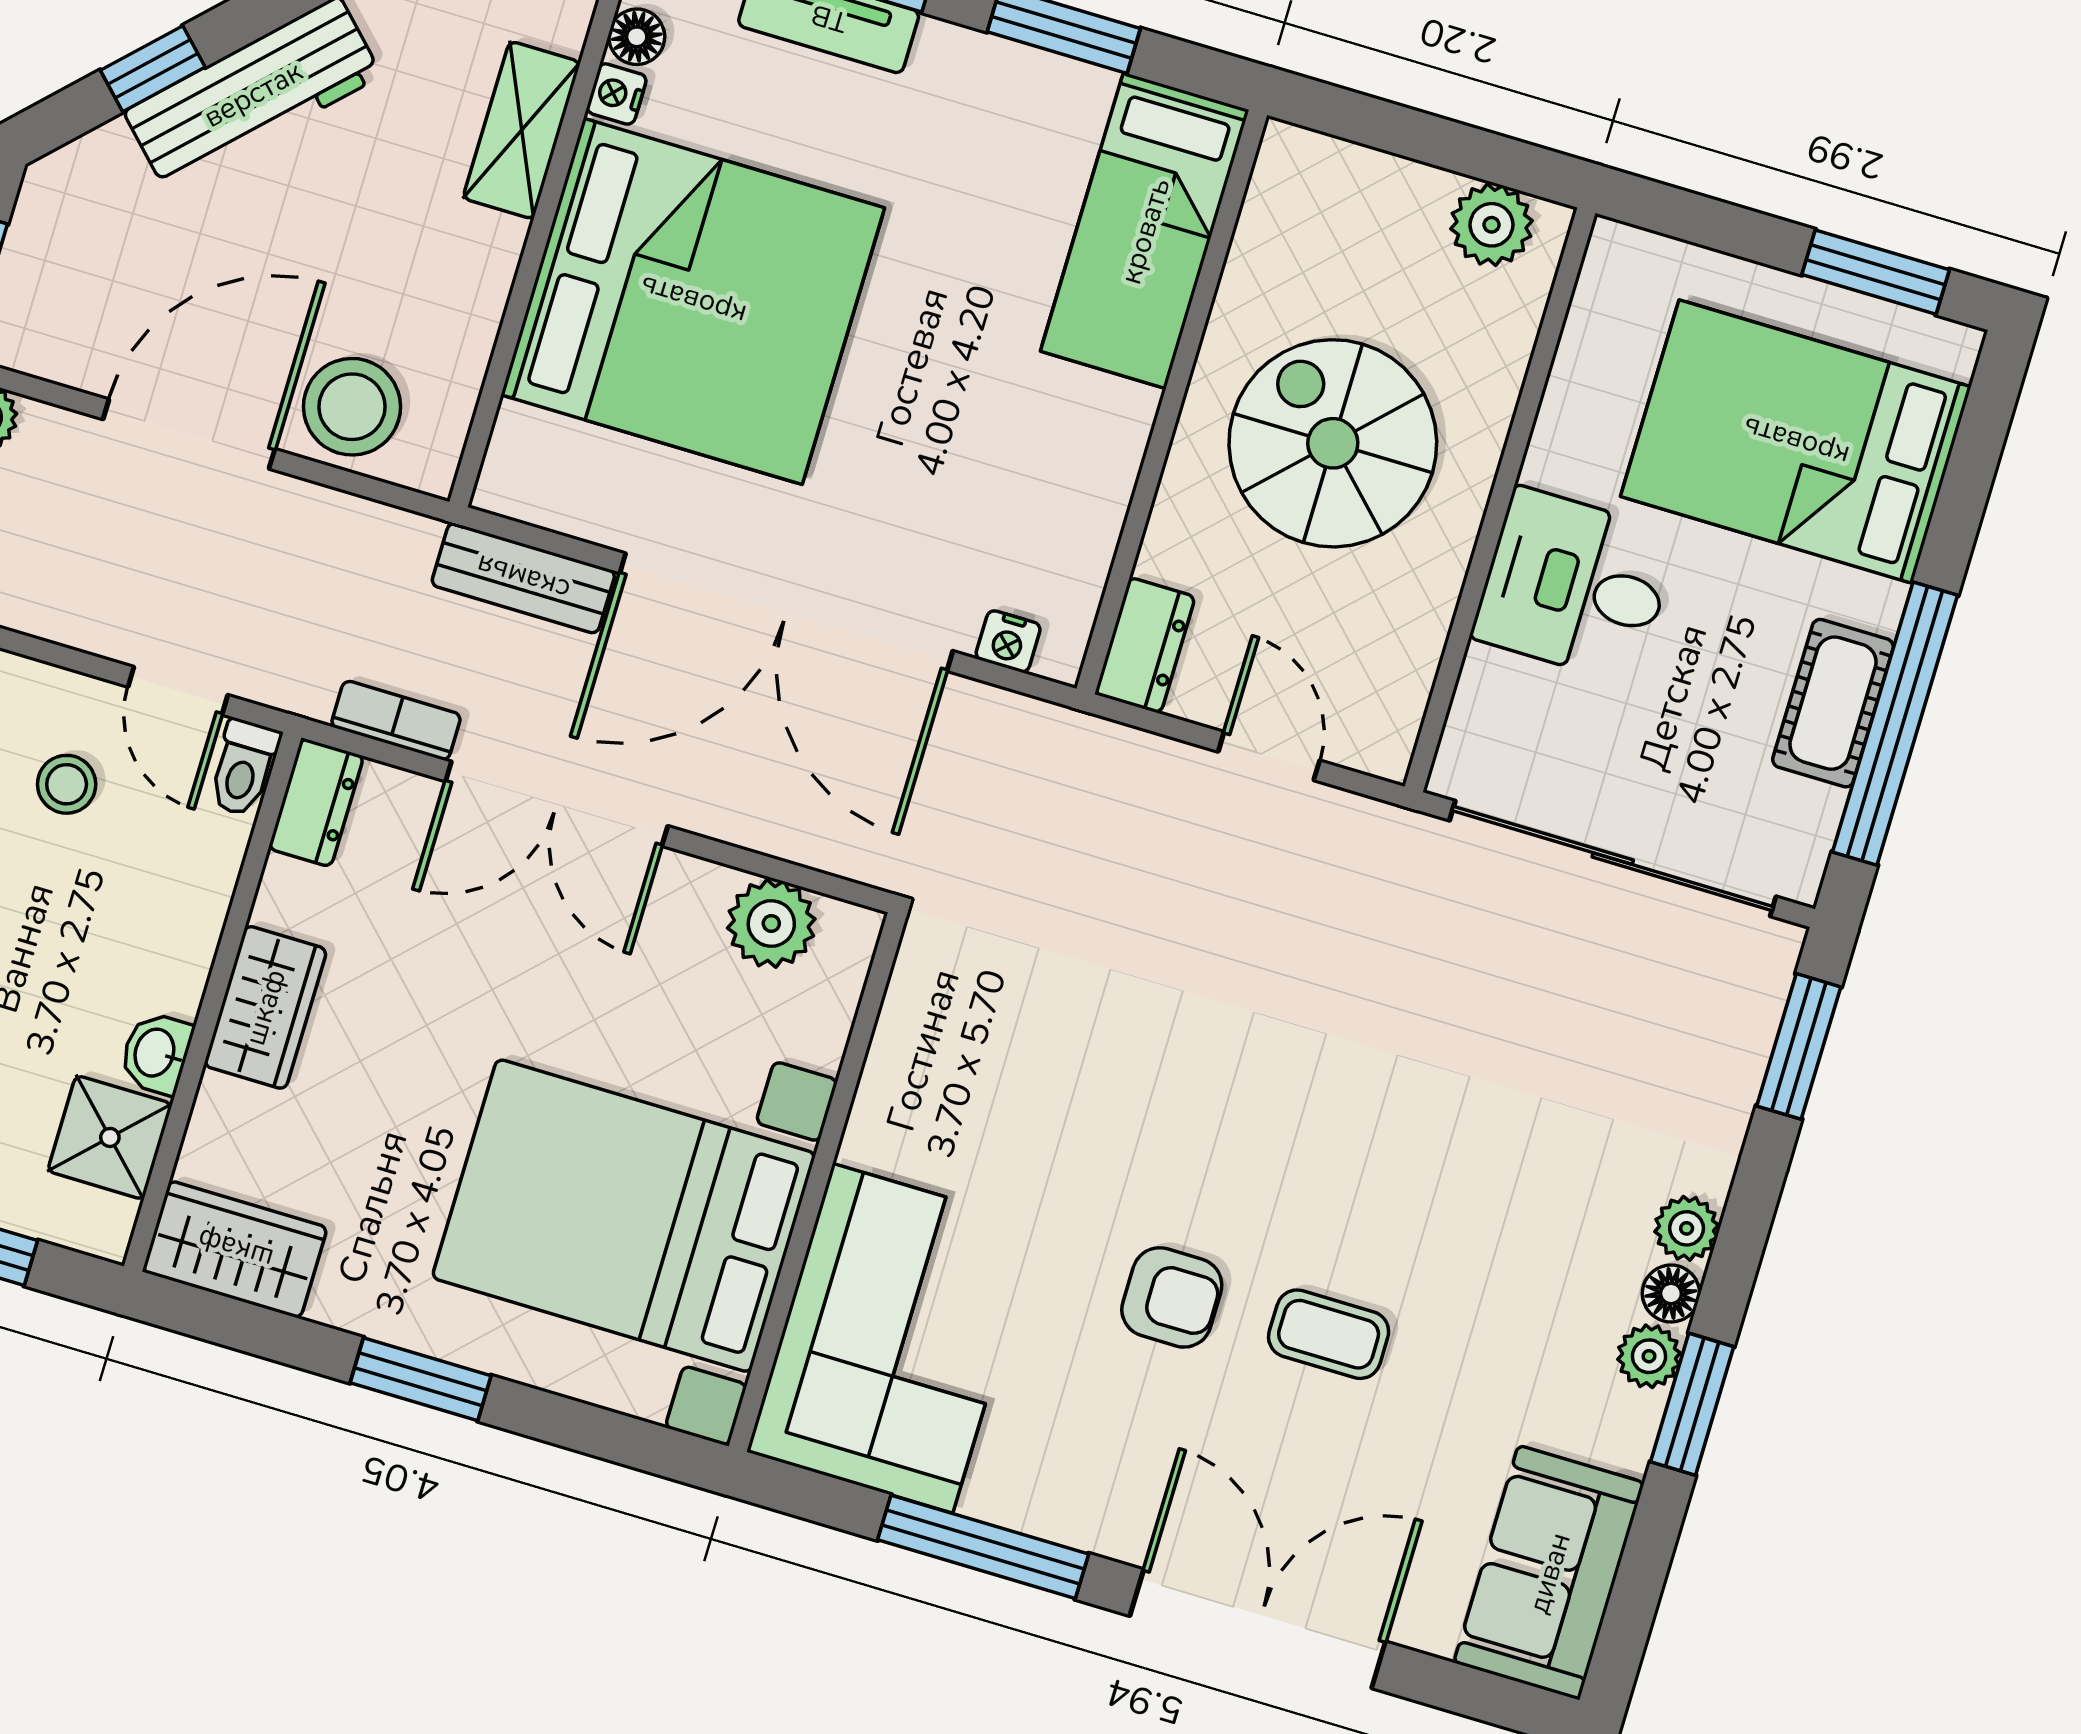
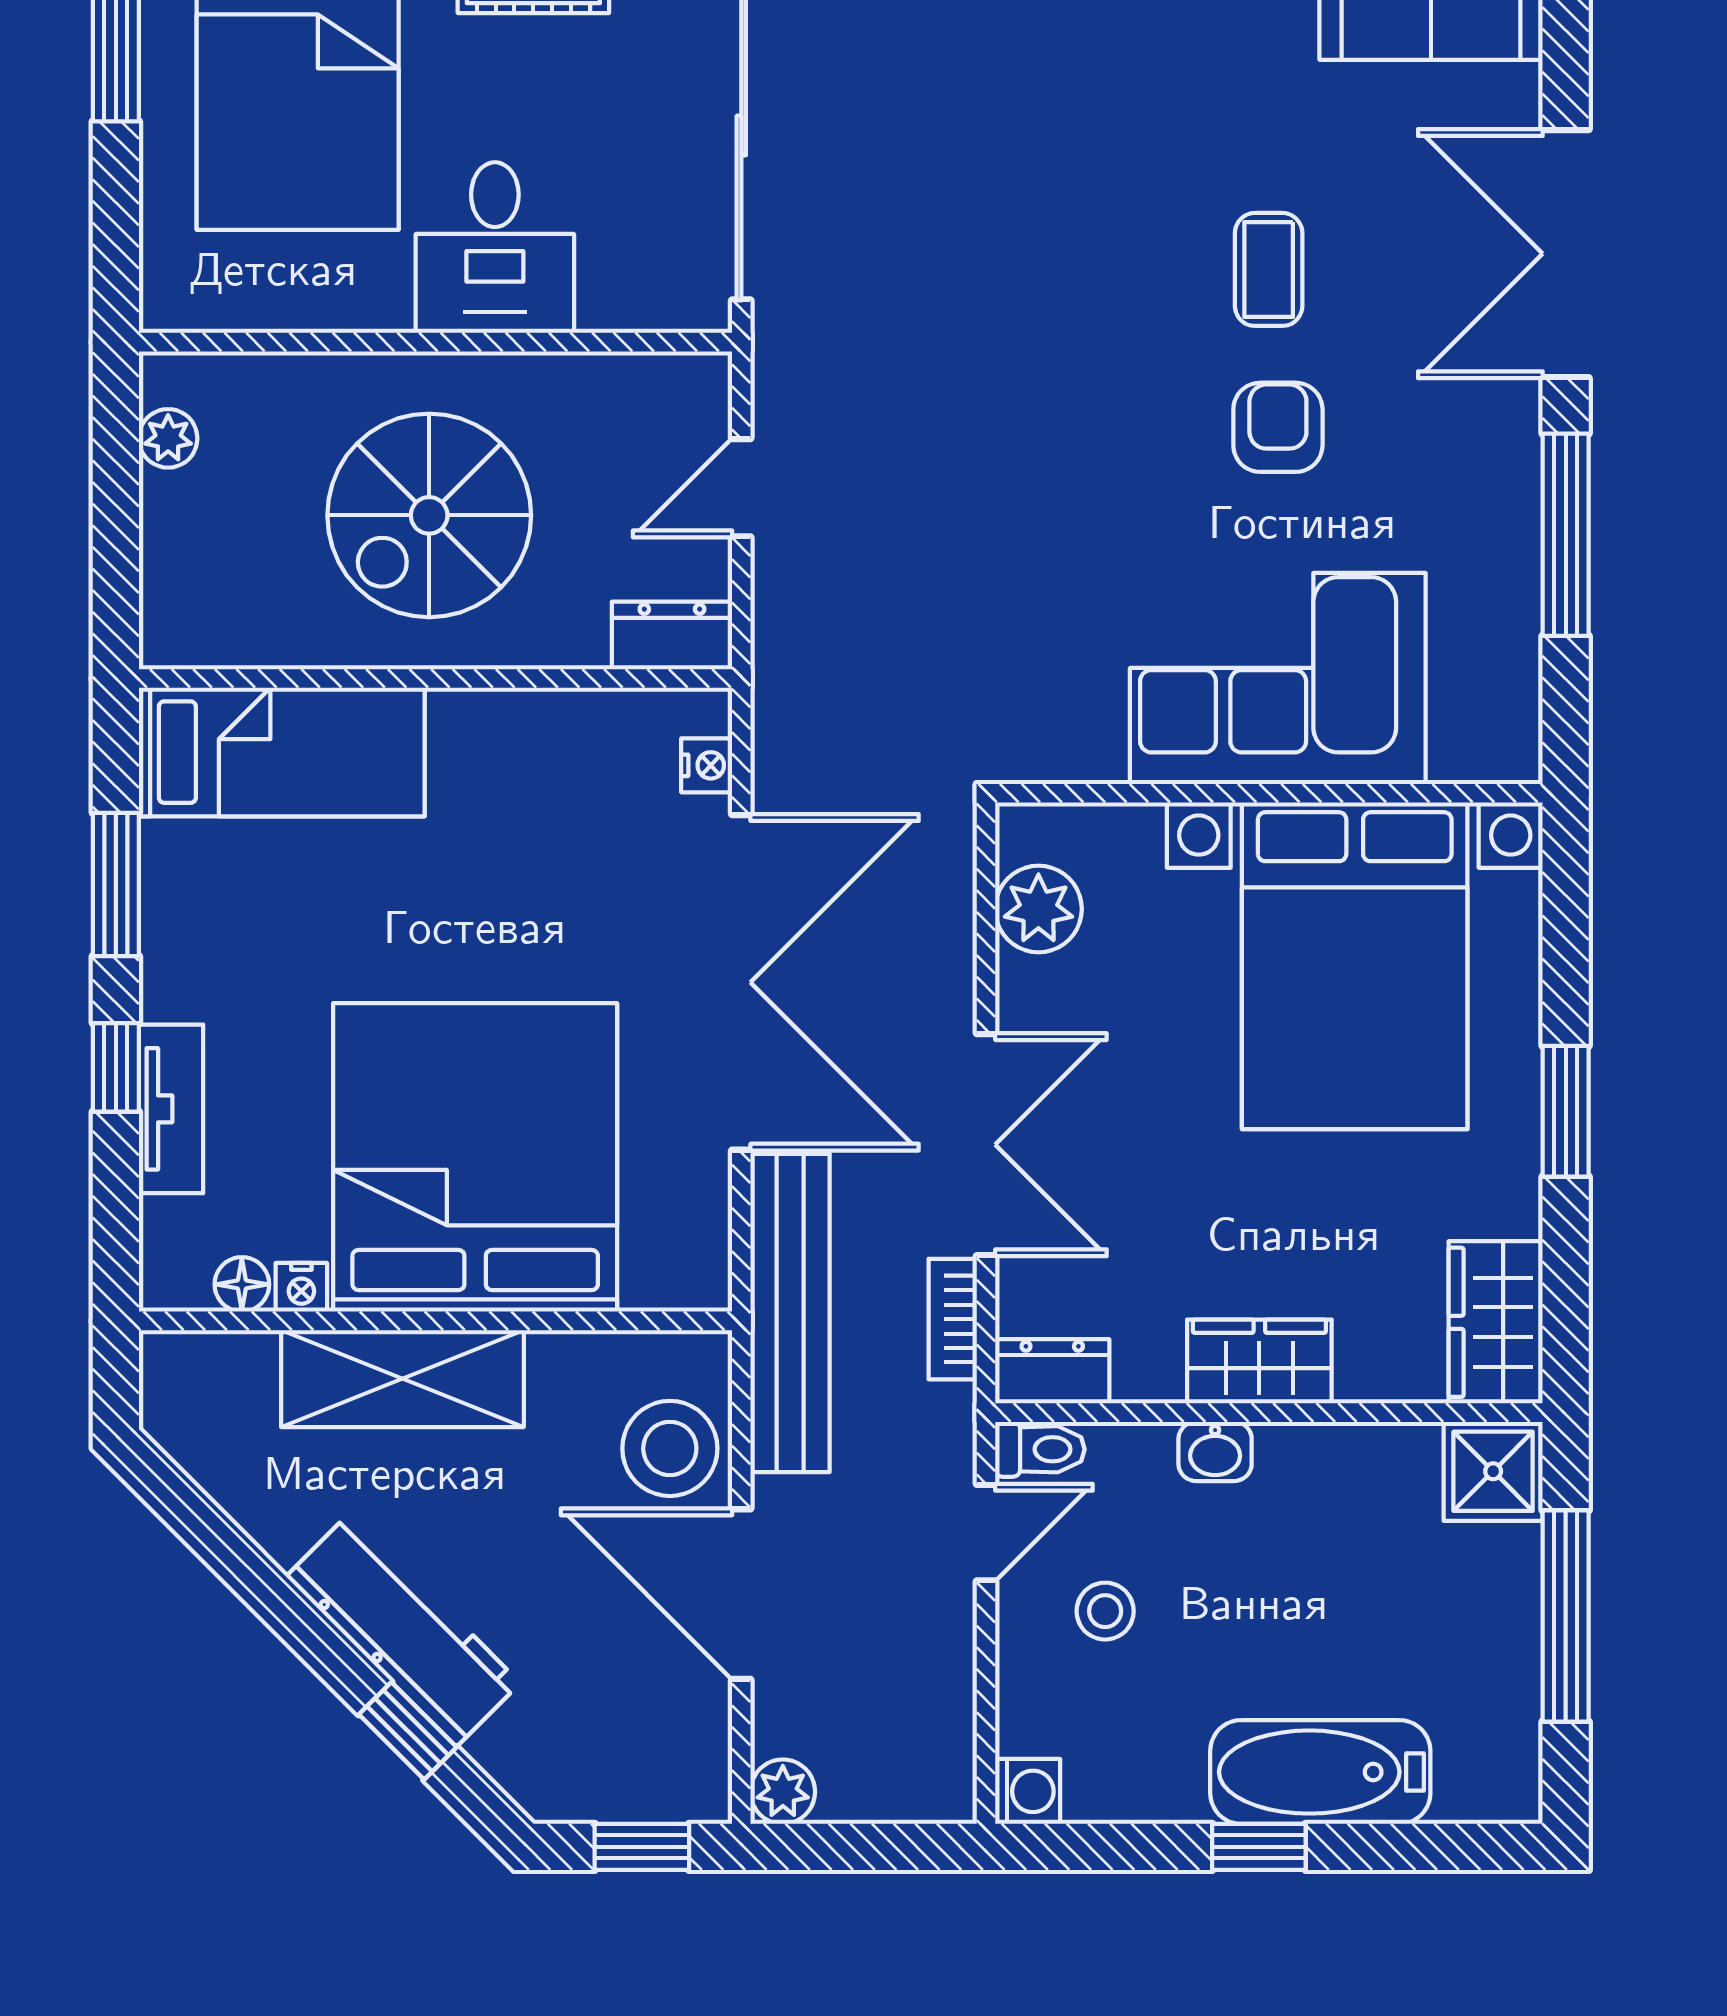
shelving: (522, 130) -> (402, 1379), width x1.50, depth x1.33
plant: (1492, 225) -> (168, 438), width x0.73, depth x0.73
bench: (523, 578) -> (790, 1313), width x1.86, depth x1.21
washbasin: (156, 1053) -> (1215, 1451), moved
shower: (110, 1137) -> (1493, 1471), moved
corner sofa: (893, 1338) -> (1278, 679), moved

